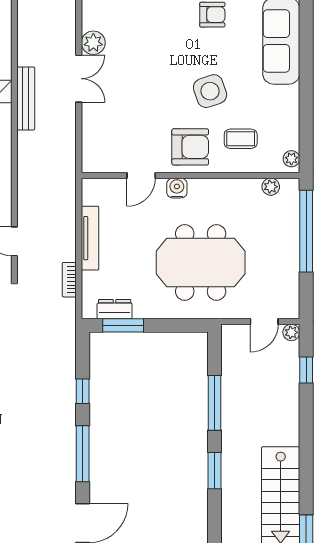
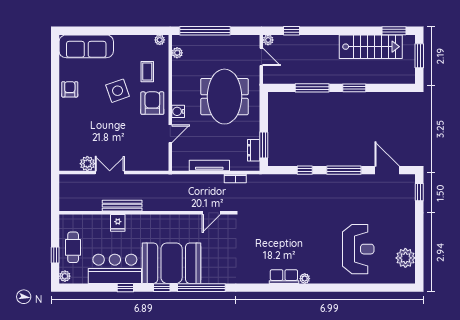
door: (141, 175) -> (170, 134), hinge flipped

